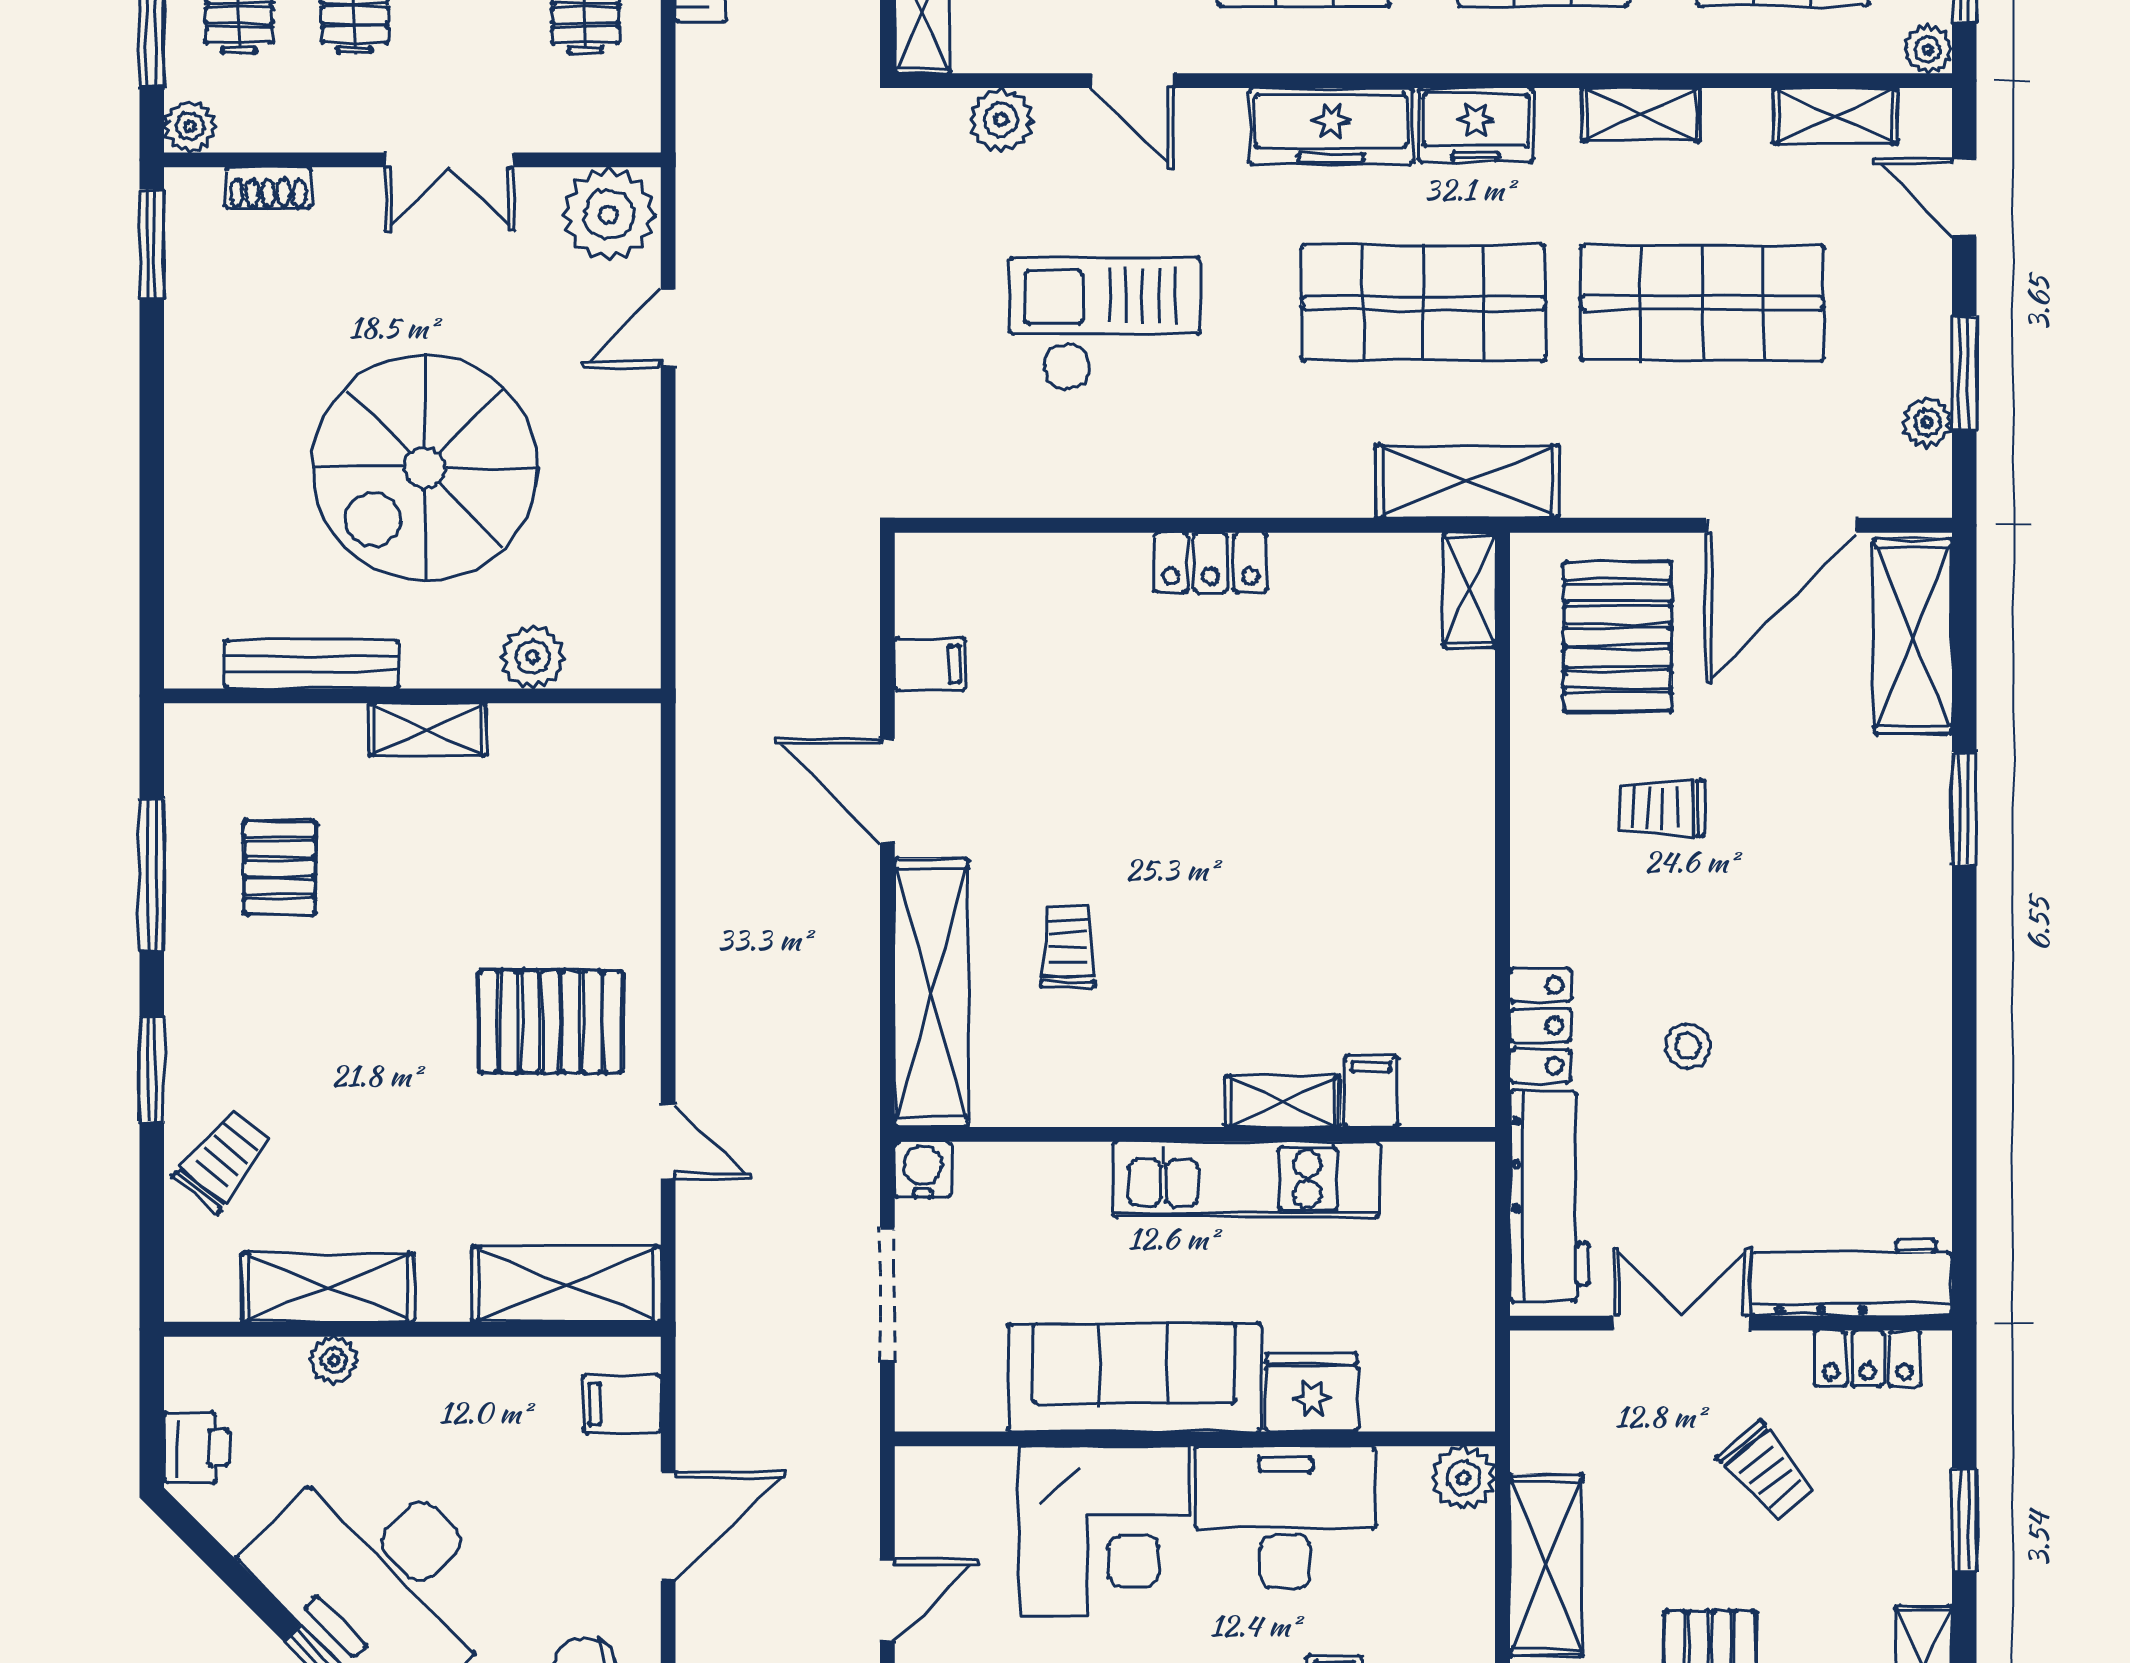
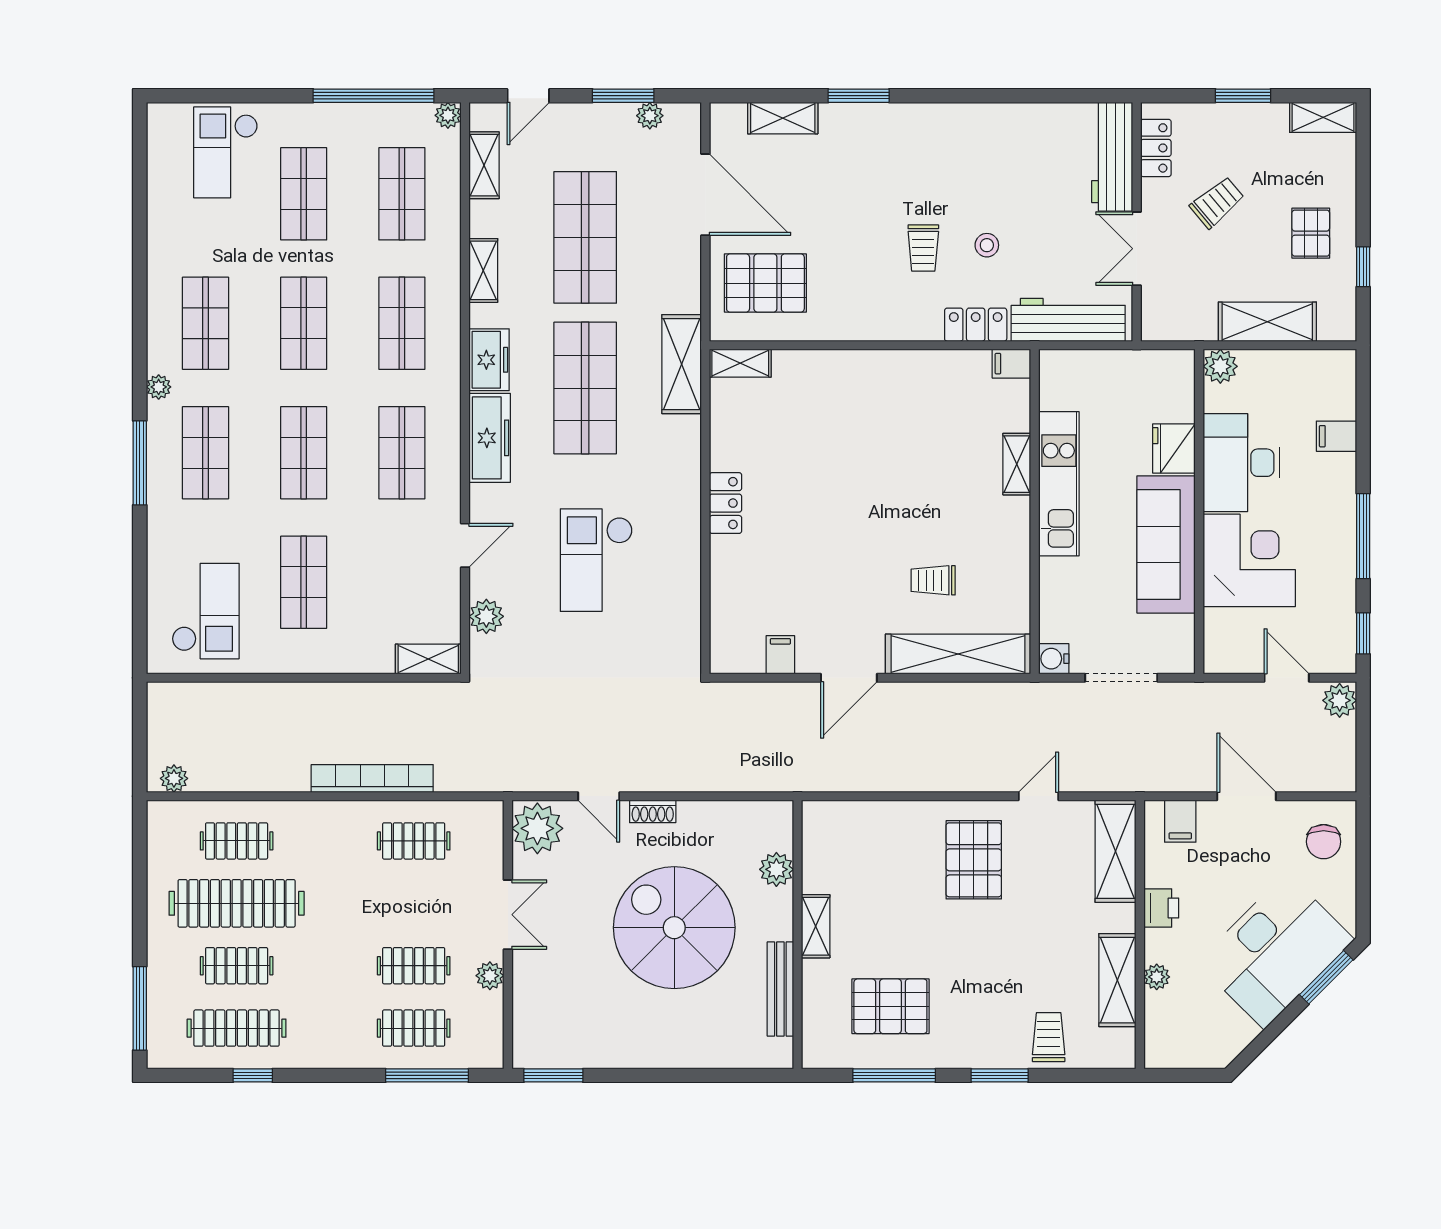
plant: (190, 127) -> (490, 976), moved
shoe rack: (268, 188) -> (653, 811), moved, turned 90
spiral stairs: (425, 468) -> (674, 928), turned 180
shelving: (1913, 636) -> (783, 118), width x0.67, depth x0.75
trolley: (1662, 808) -> (923, 248), moved
pallet: (280, 868) -> (890, 1006), width x1.50, depth x1.42
filing cabinet: (1371, 1091) -> (1011, 364), moved
trolley: (223, 1160) -> (1049, 1037), turned 51
printer: (196, 1448) -> (1161, 908), moved, turned 90

